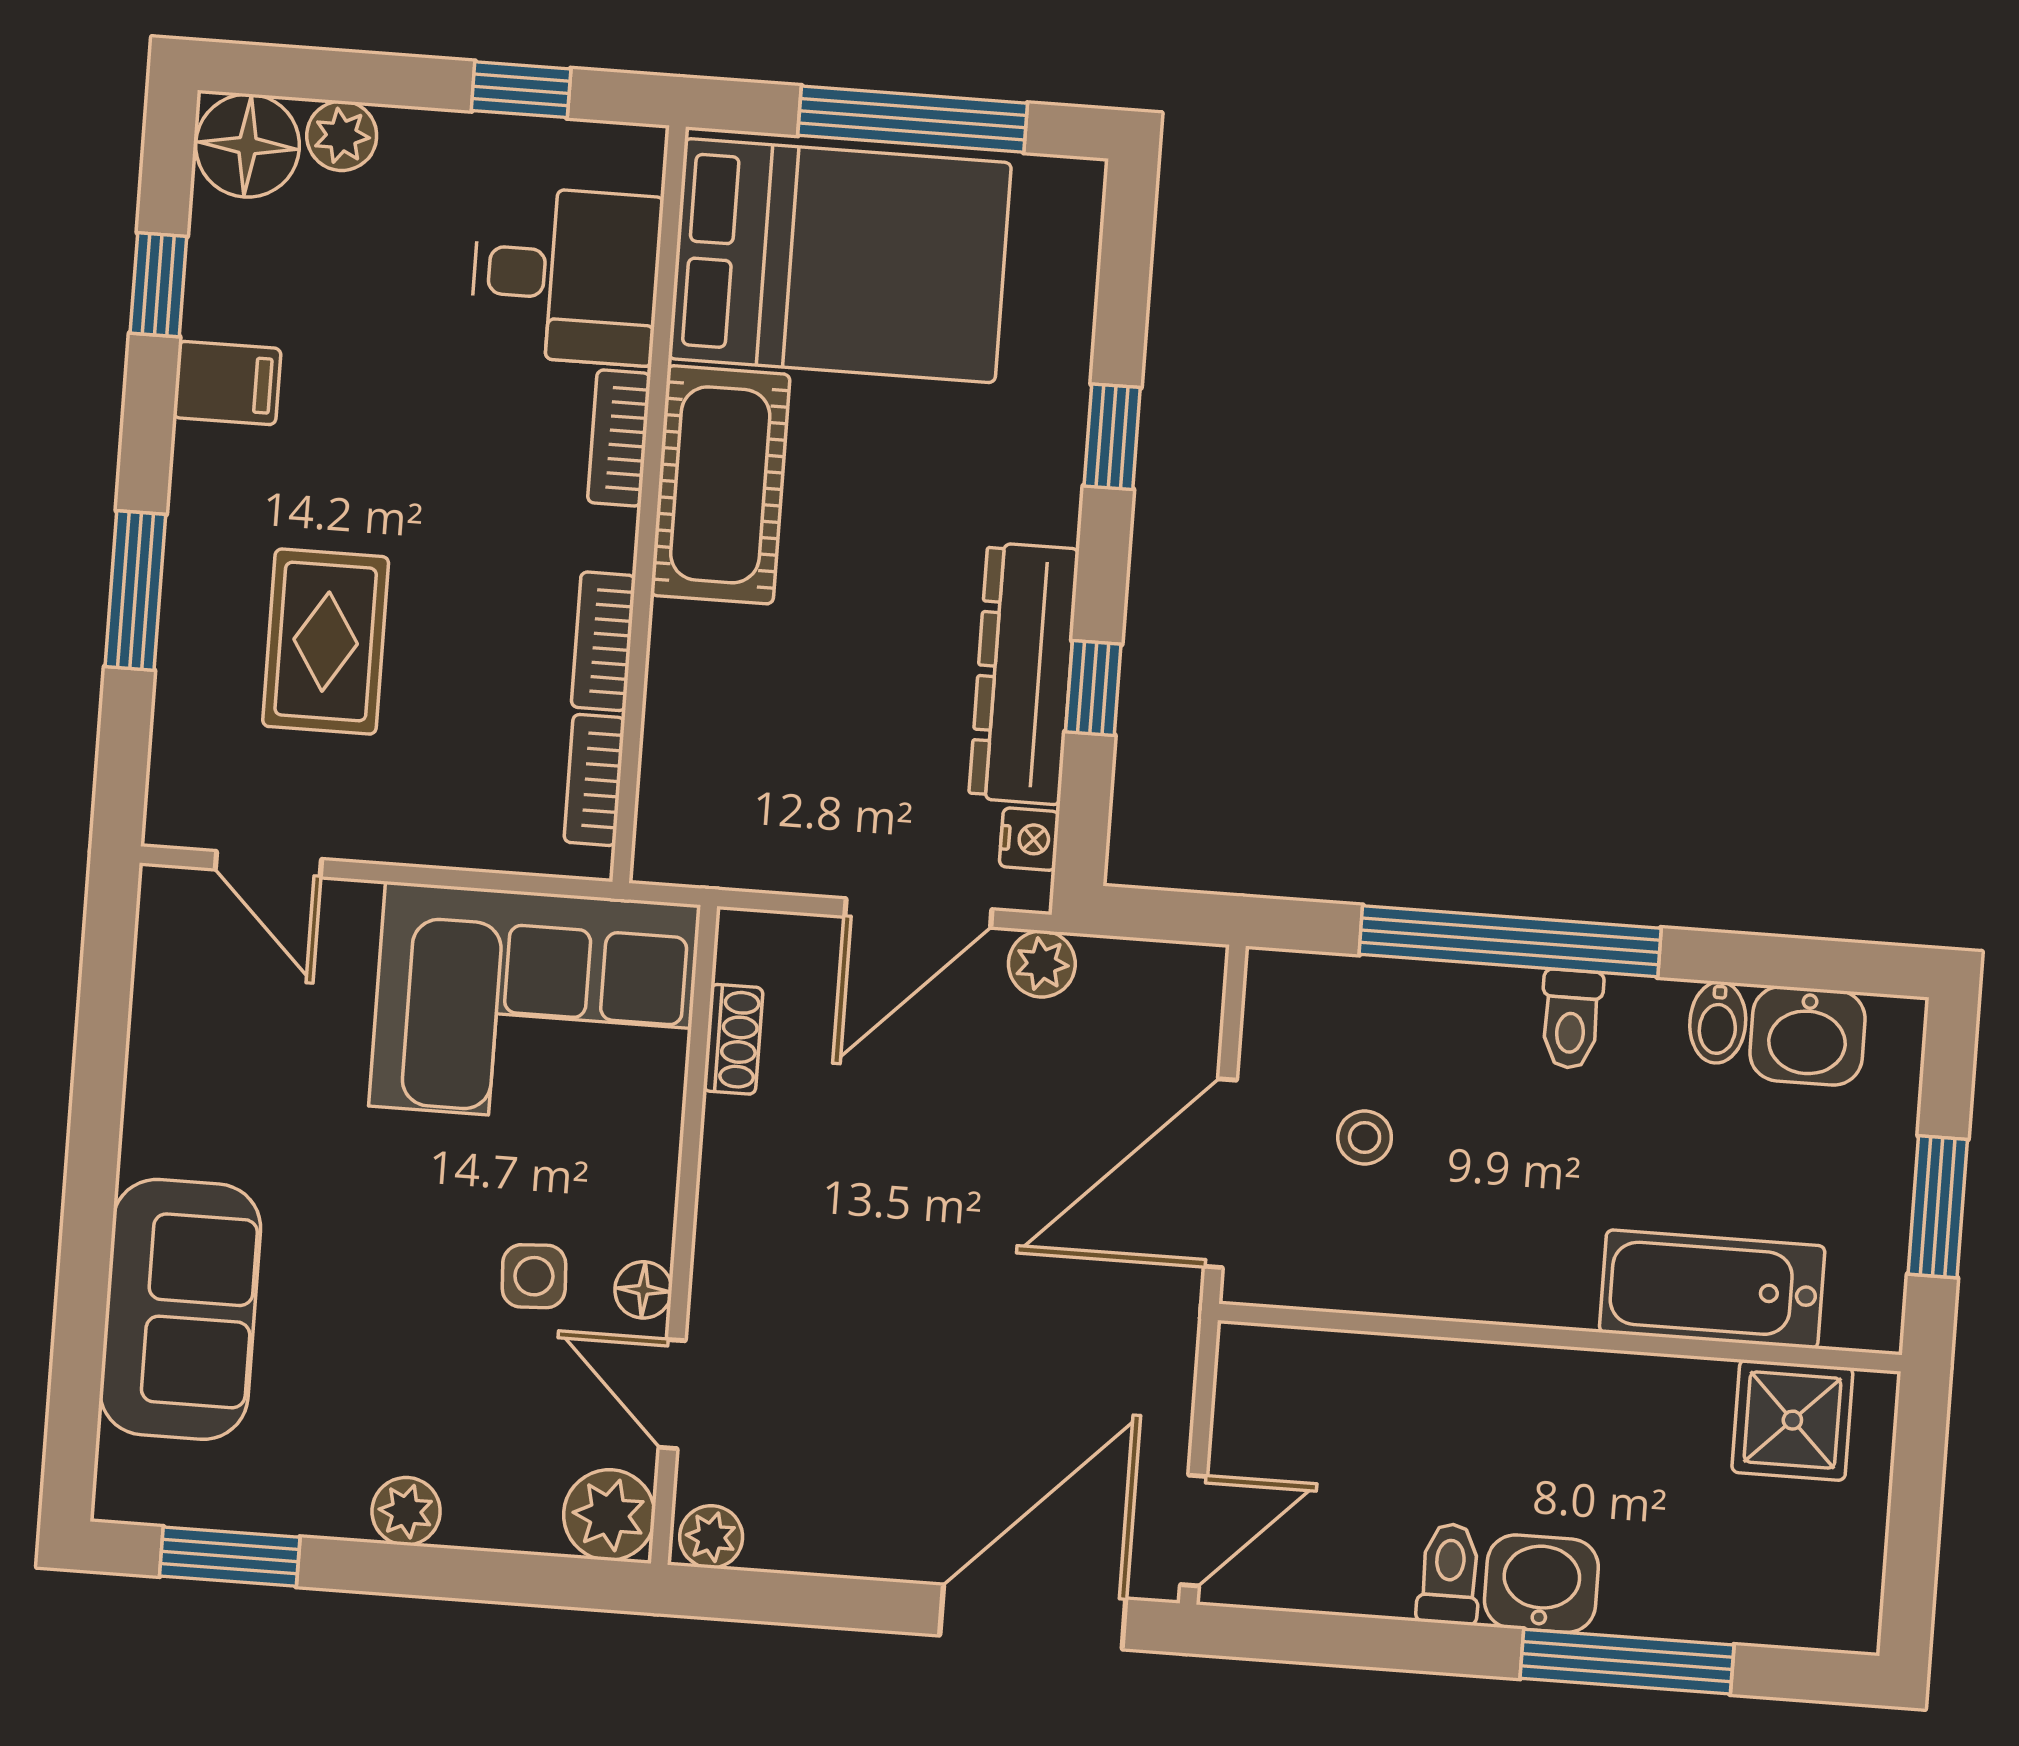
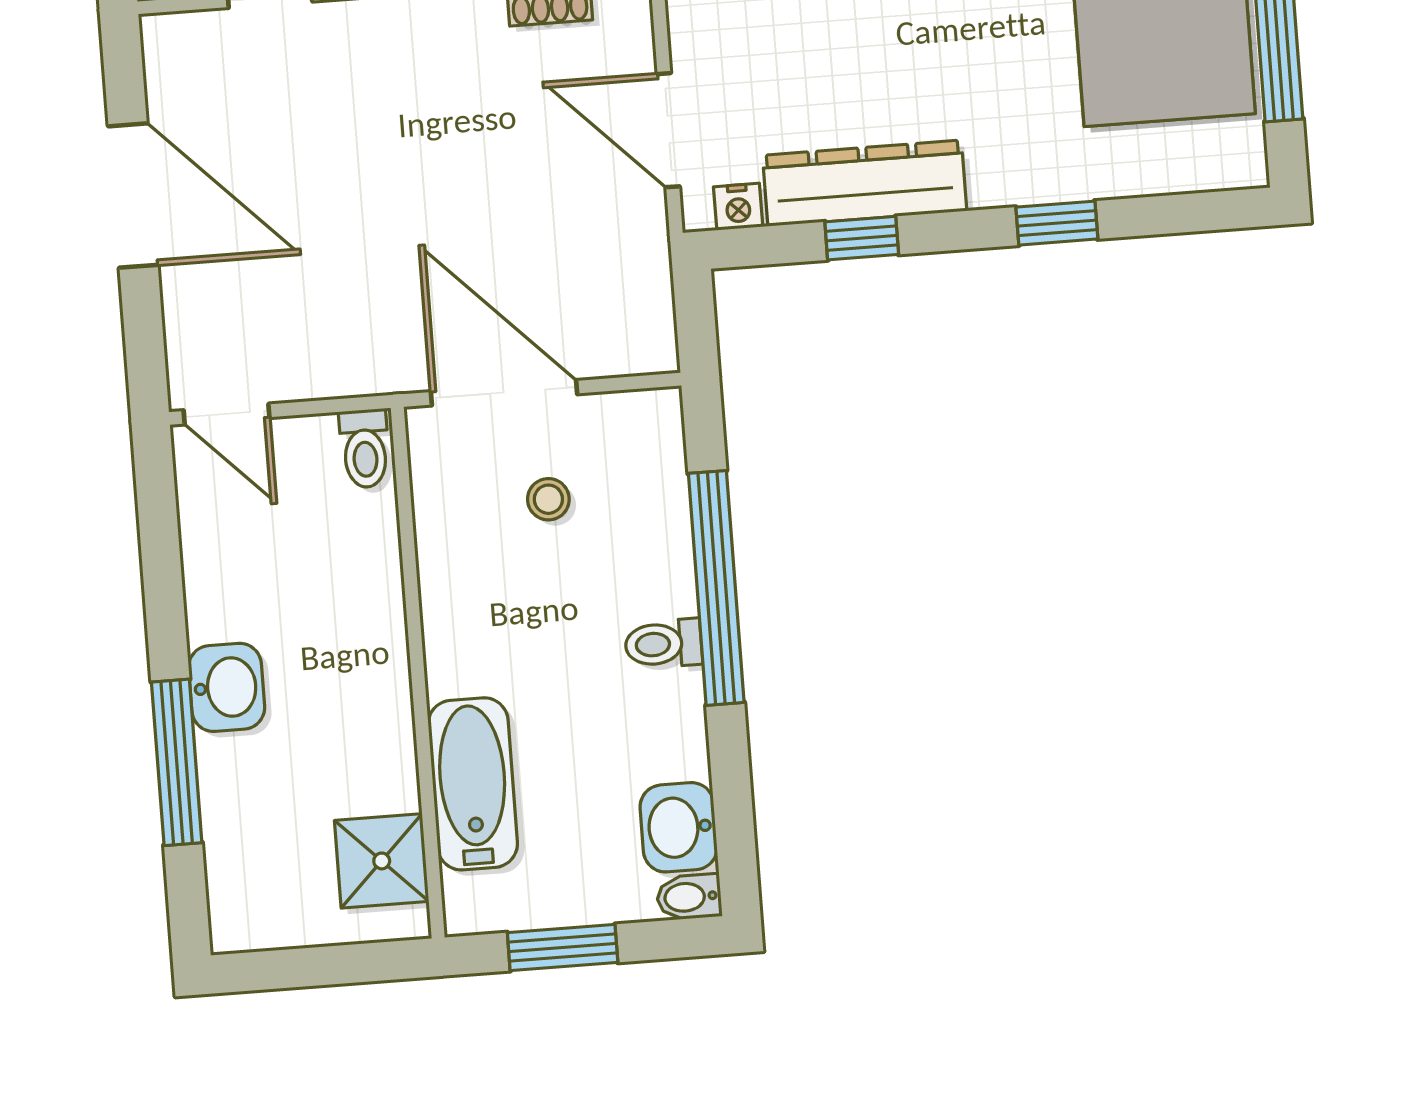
plant: (1042, 964) -> (644, 231), removed
bidet: (1718, 1022) -> (689, 897), moved
plant: (711, 1537) -> (165, 44), removed
toilet: (1449, 1574) -> (365, 448), moved, turned 90
door: (1033, 1617) -> (133, 196), moved

